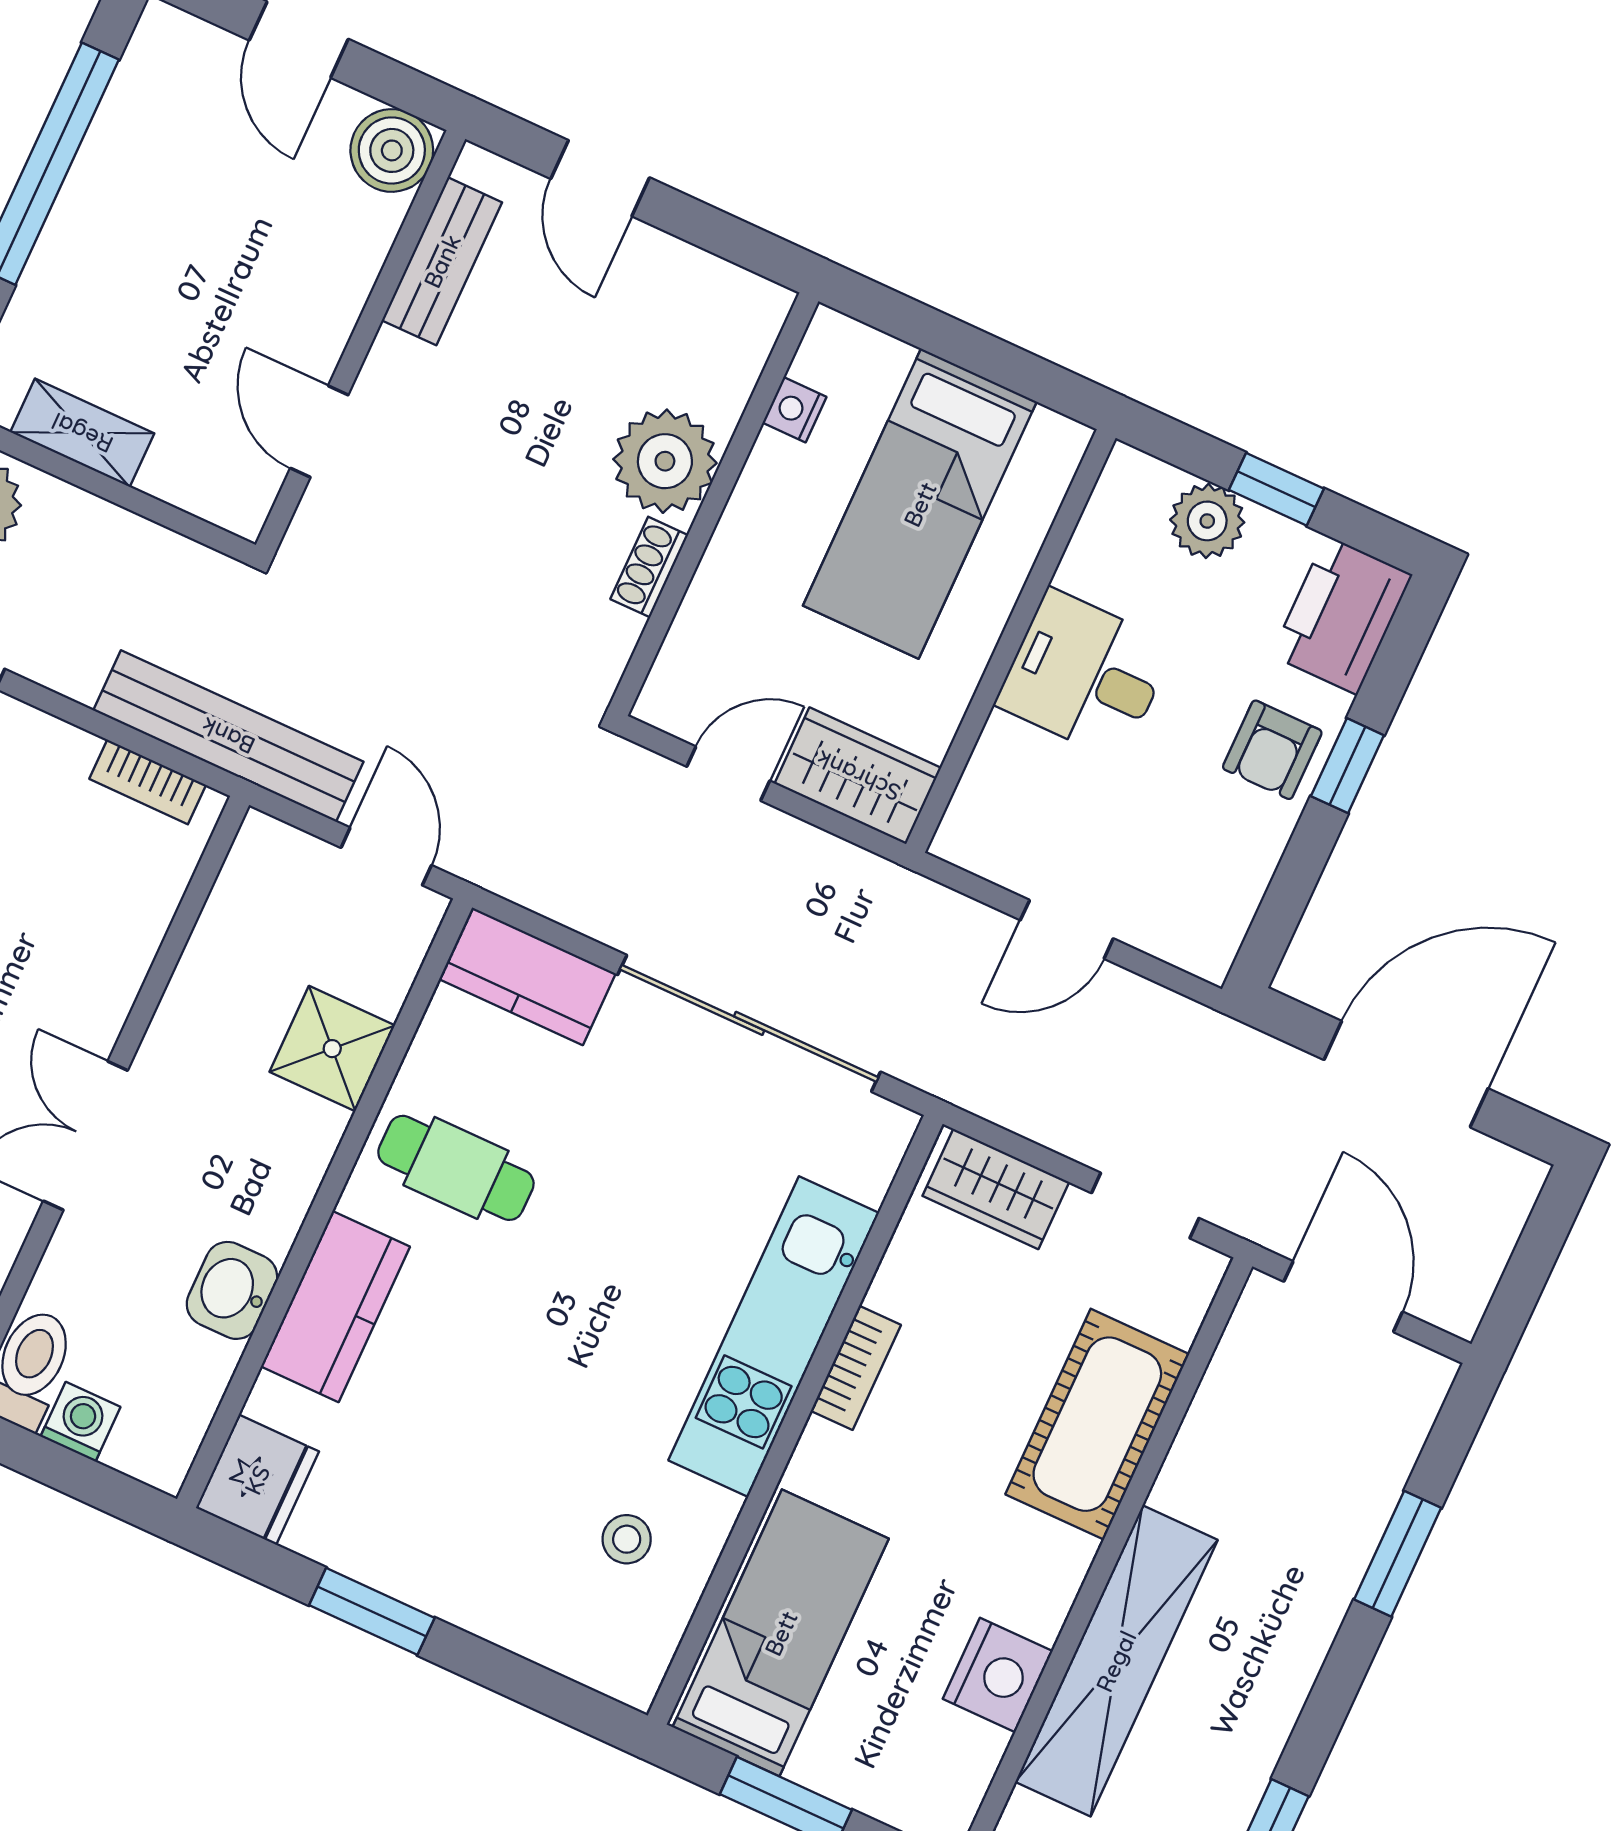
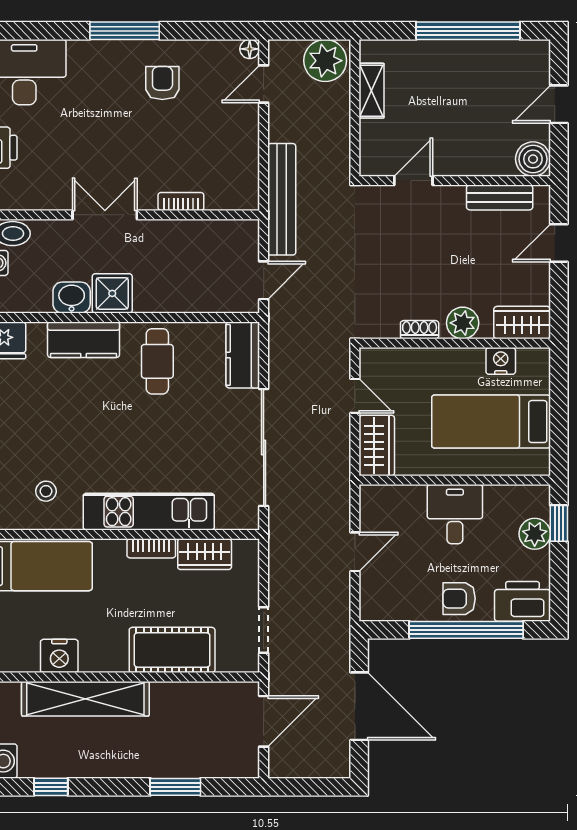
wardrobe: (736, 337) -> (522, 323), added
nightstand: (794, 410) -> (501, 361), width x1.39, depth x1.35
plant: (665, 461) -> (463, 323), width x0.73, depth x0.73
window: (1276, 489) -> (559, 523), moved
window: (1347, 766) -> (466, 630), width x3.17
bookcase: (148, 782) -> (181, 201), moved, turned 90
door: (1067, 929) -> (355, 552), swing flipped
shower: (332, 1049) -> (112, 293), moved
wardrobe: (996, 1189) -> (205, 554), moved, turned -90

